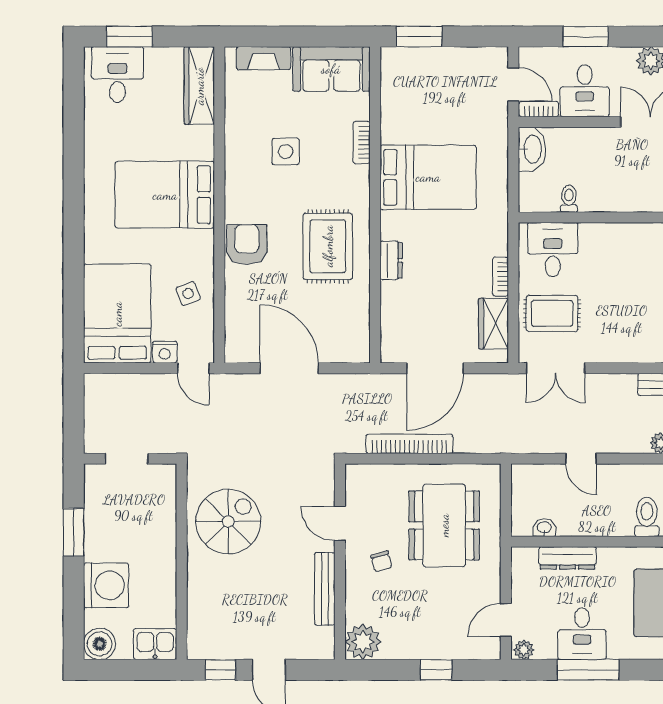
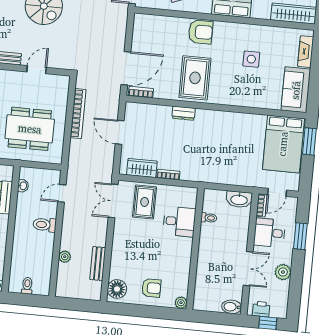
bookcase: (362, 143) -> (141, 92), moved
bed: (428, 177) -> (283, 144), moved
rug: (328, 246) -> (195, 78), turned 90
desk: (553, 250) -> (179, 222), moved
door: (289, 368) -> (126, 68), moved
door: (435, 368) -> (120, 132), width x0.73
door: (581, 459) -> (62, 193), moved
toilet: (647, 517) -> (45, 225), moved, turned 180
chair: (381, 561) -> (13, 91), removed

